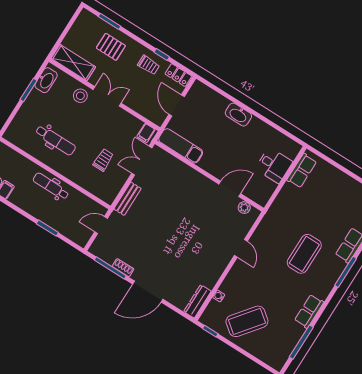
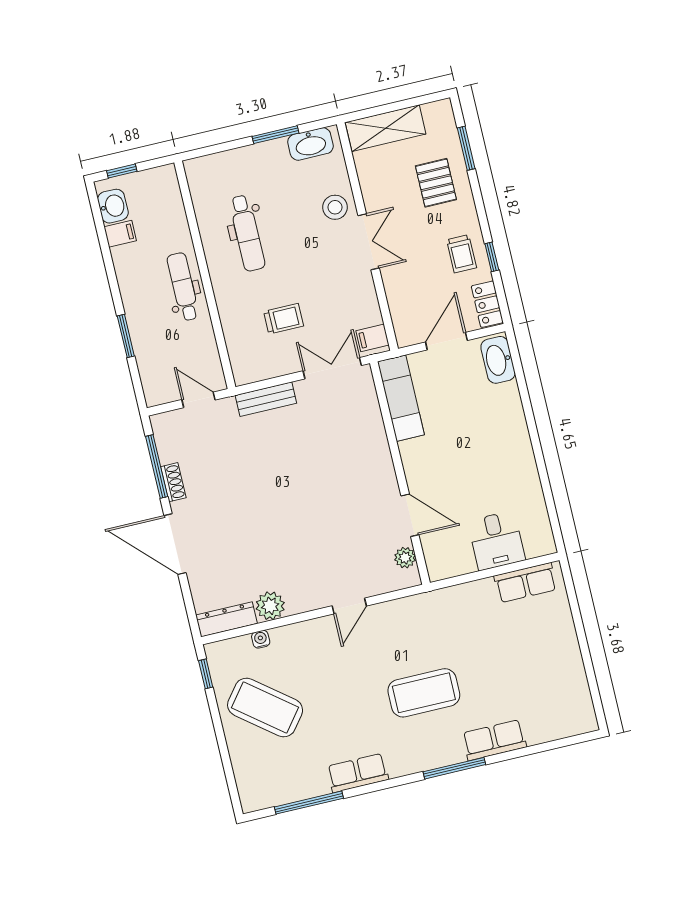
shelving: (73, 63) -> (386, 128), moved, turned 90
washbasin: (238, 115) -> (498, 360), moved
plant: (209, 279) -> (270, 606), added

